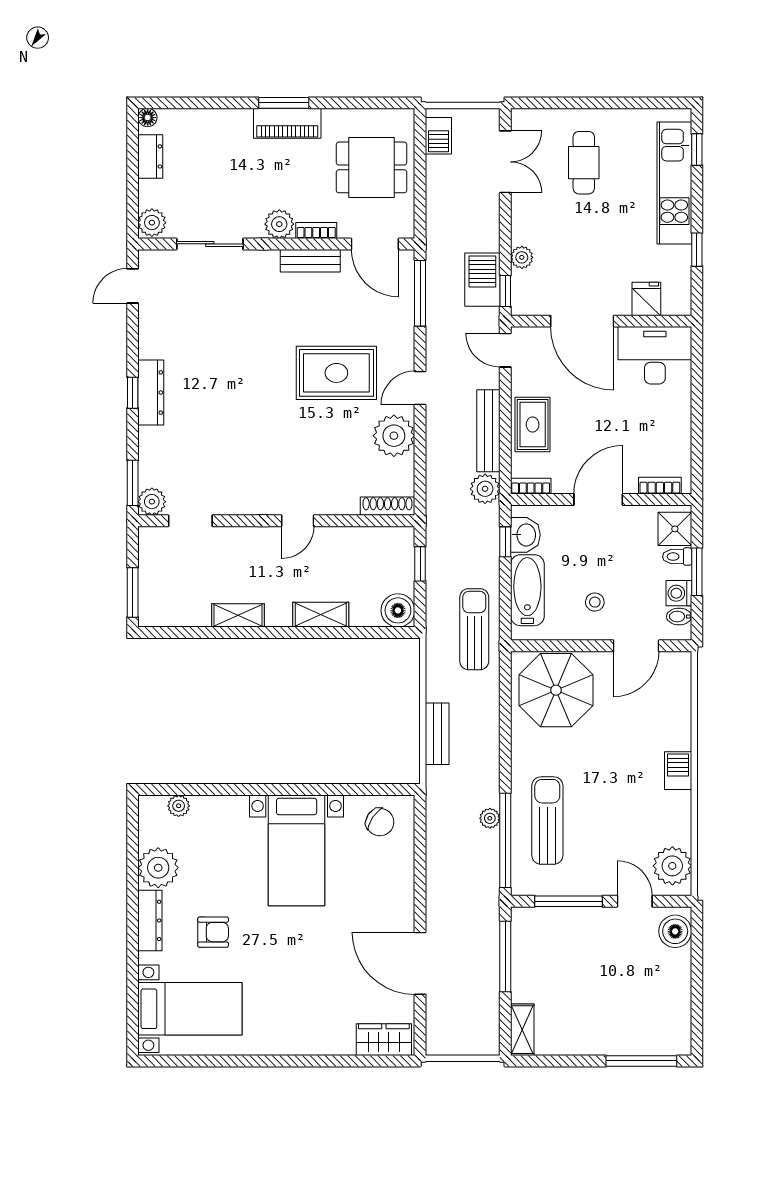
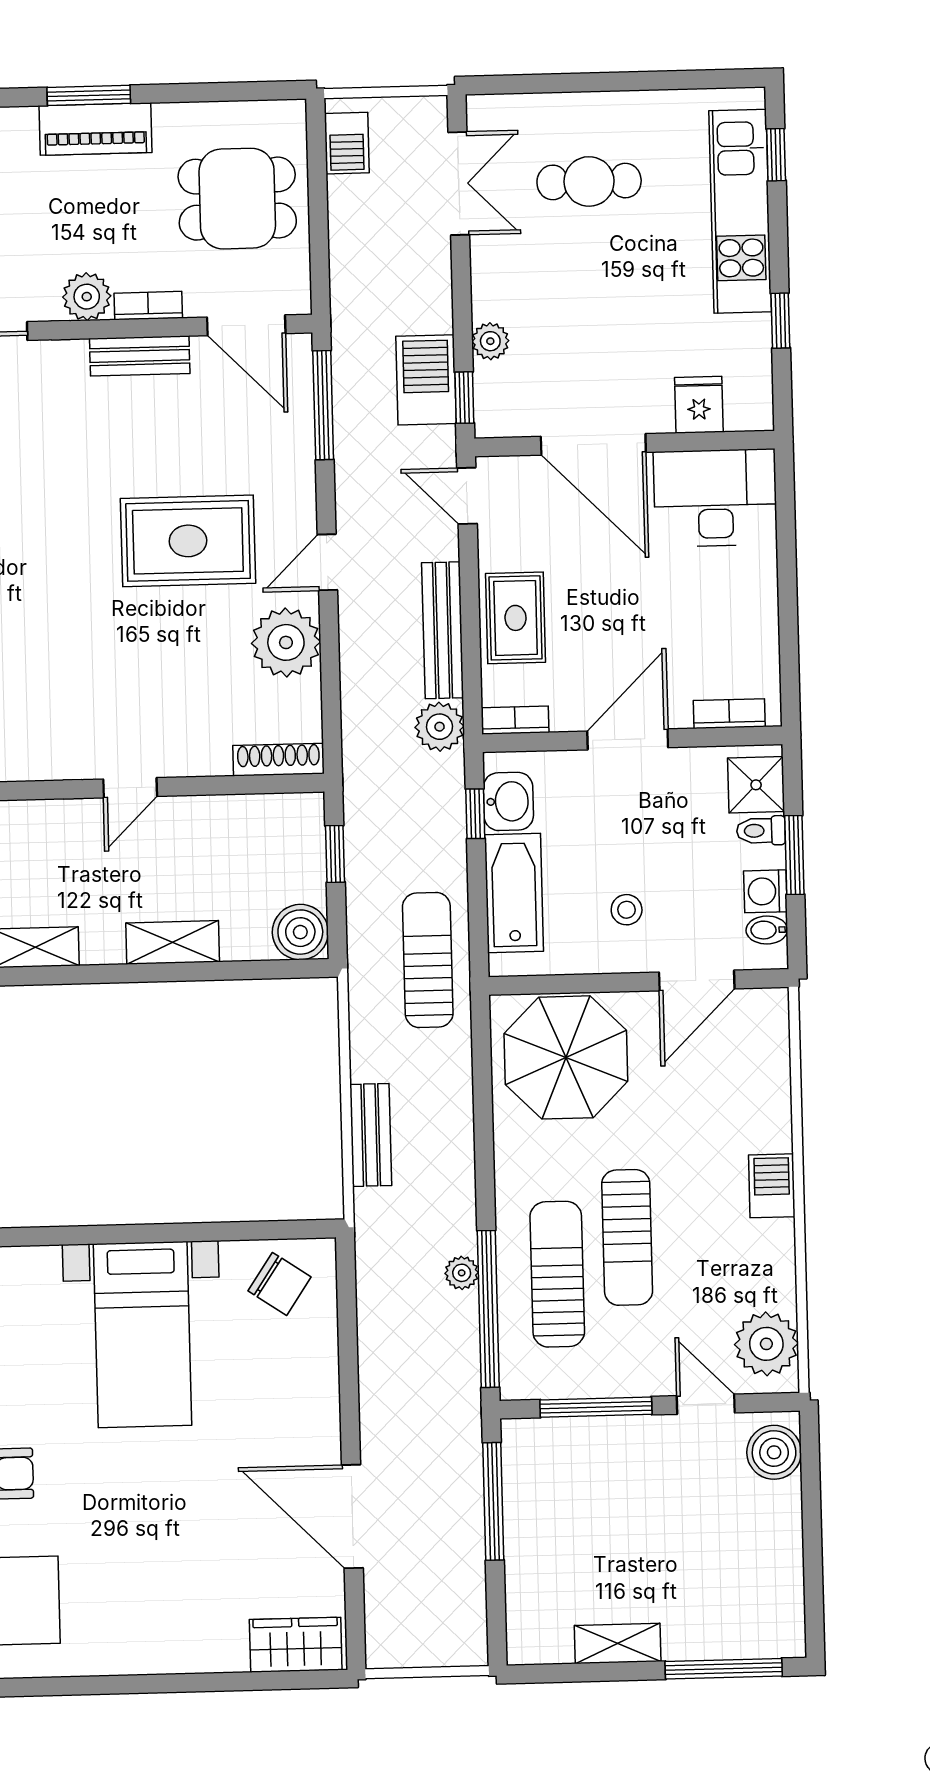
cafe table: (584, 163) -> (589, 181), turned 90
sun lounger: (590, 800) -> (627, 1237), added
shelving: (522, 1030) -> (618, 1643), moved, turned 90

